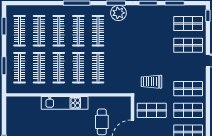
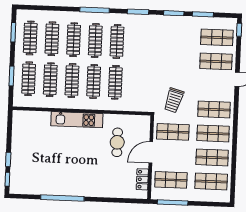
plant: (118, 13) -> (140, 23), removed
trolley: (151, 82) -> (174, 100), turned -74

